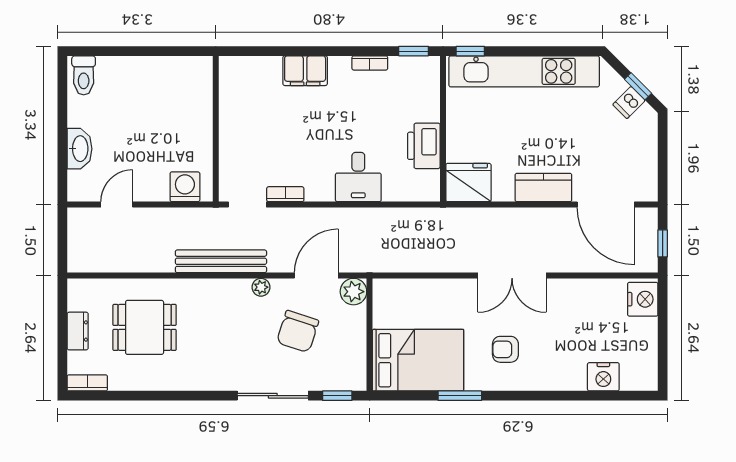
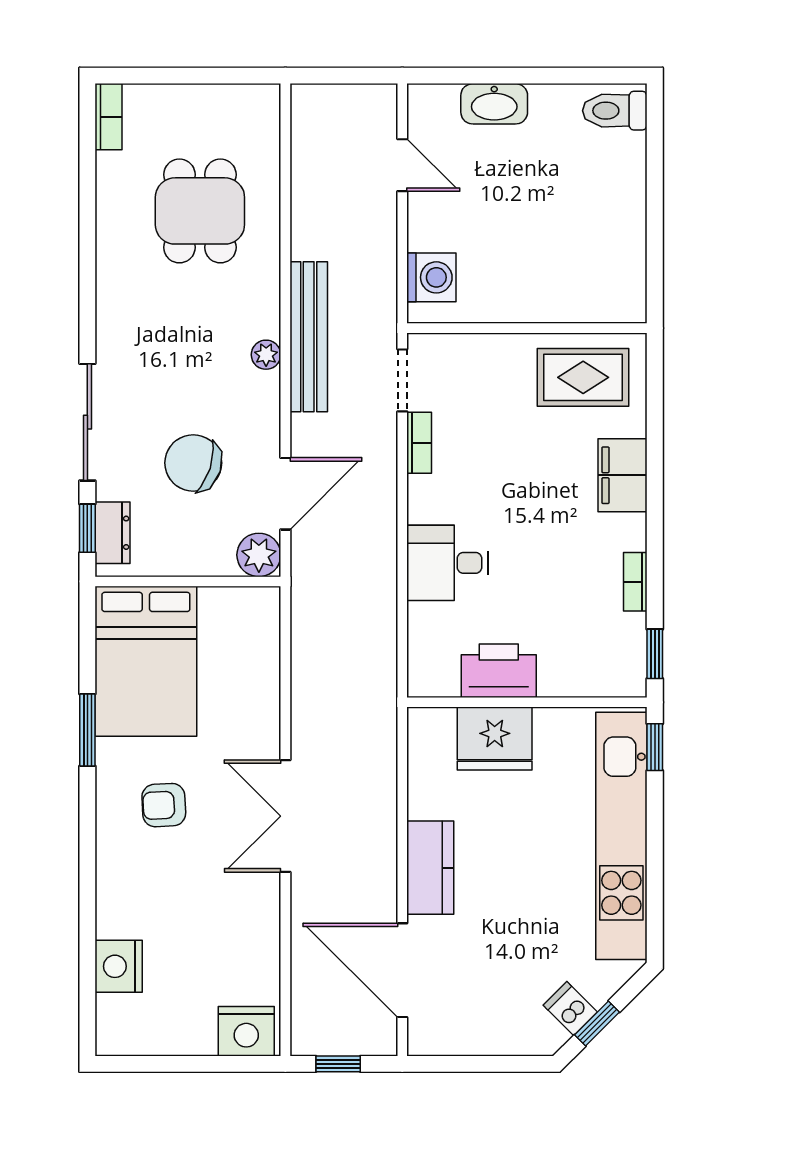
rug: (246, 95) -> (583, 377), added
fridge: (468, 182) -> (495, 738), moved, turned 90
door: (606, 204) -> (402, 970), hinge flipped
door: (316, 275) -> (285, 494), hinge flipped
plant: (261, 287) -> (266, 355), moved
dresser: (78, 331) -> (113, 533), moved, turned -90
armchair: (505, 349) -> (164, 805), turned -93

